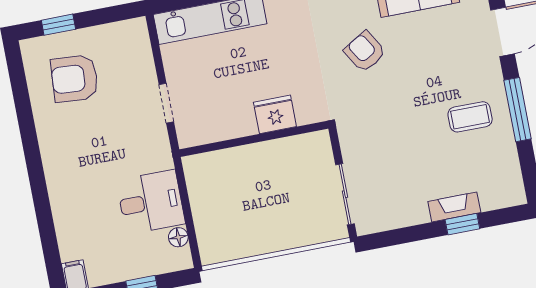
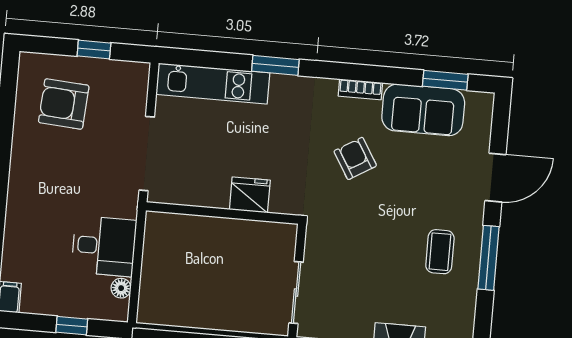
window: (58, 25) -> (94, 50), moved
doorway: (166, 103) -> (147, 154), width x1.88
coffee table: (470, 117) -> (440, 252), turned 90

